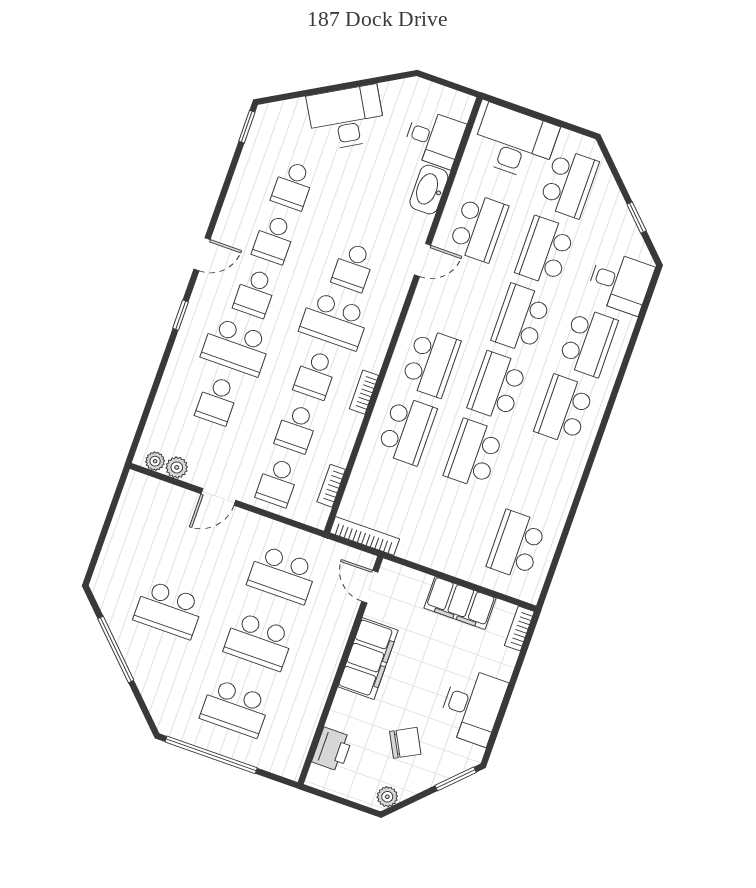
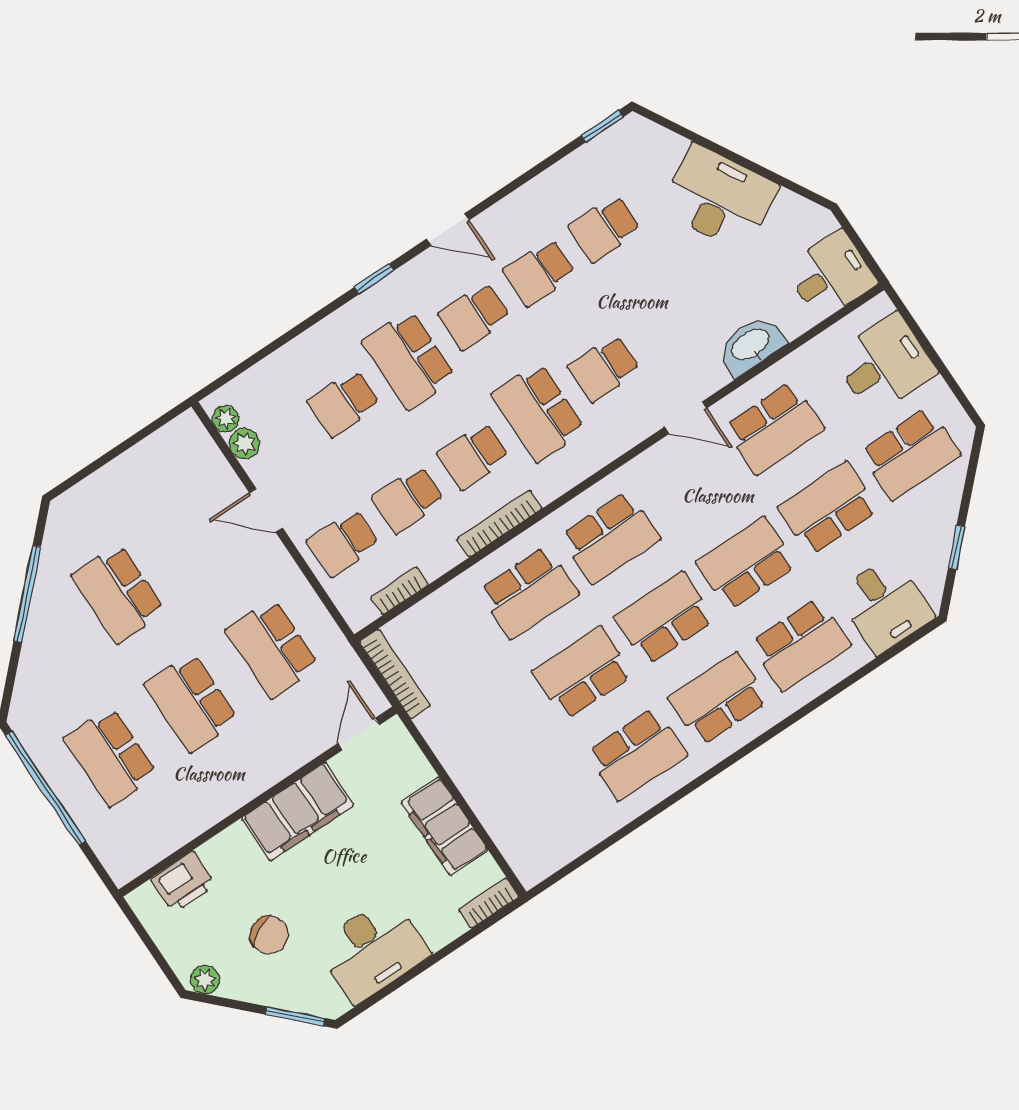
desk: (434, 139) -> (831, 275), moved, turned -90
desk: (515, 142) -> (884, 364), width x0.73
bookcase: (364, 392) -> (499, 524), width x1.56
school desk: (517, 545) -> (637, 754), moved, turned 180

